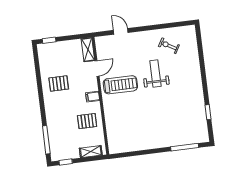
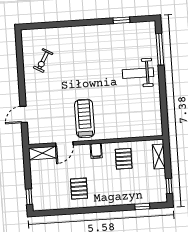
door: (97, 68) -> (64, 144), swing flipped
weight bench: (155, 73) -> (138, 73), moved
window: (46, 140) -> (142, 207), width x0.46

